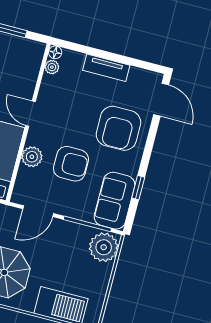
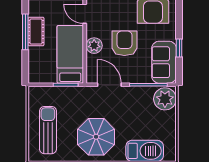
armchair: (71, 164) -> (124, 43), turned -90
door: (38, 211) -> (109, 85), swing flipped

